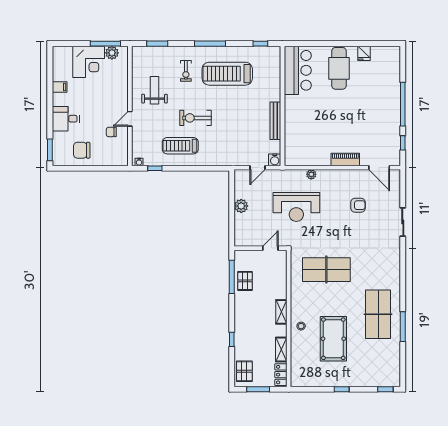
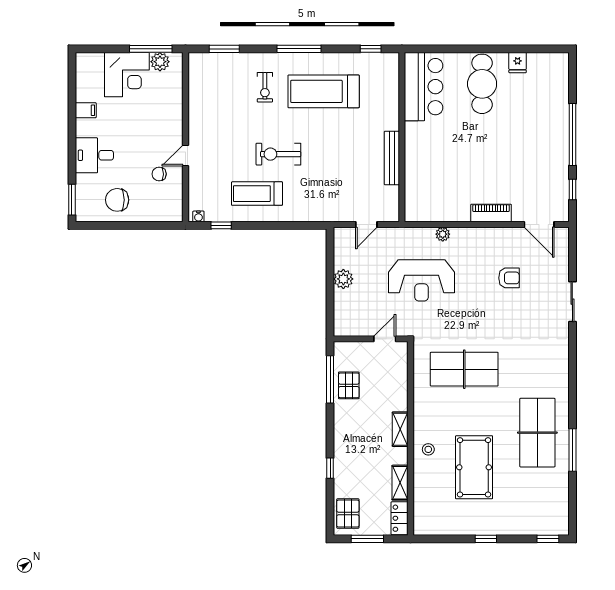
weight bench: (155, 90) -> (220, 115), removed
water cooler: (275, 160) -> (391, 214), removed

